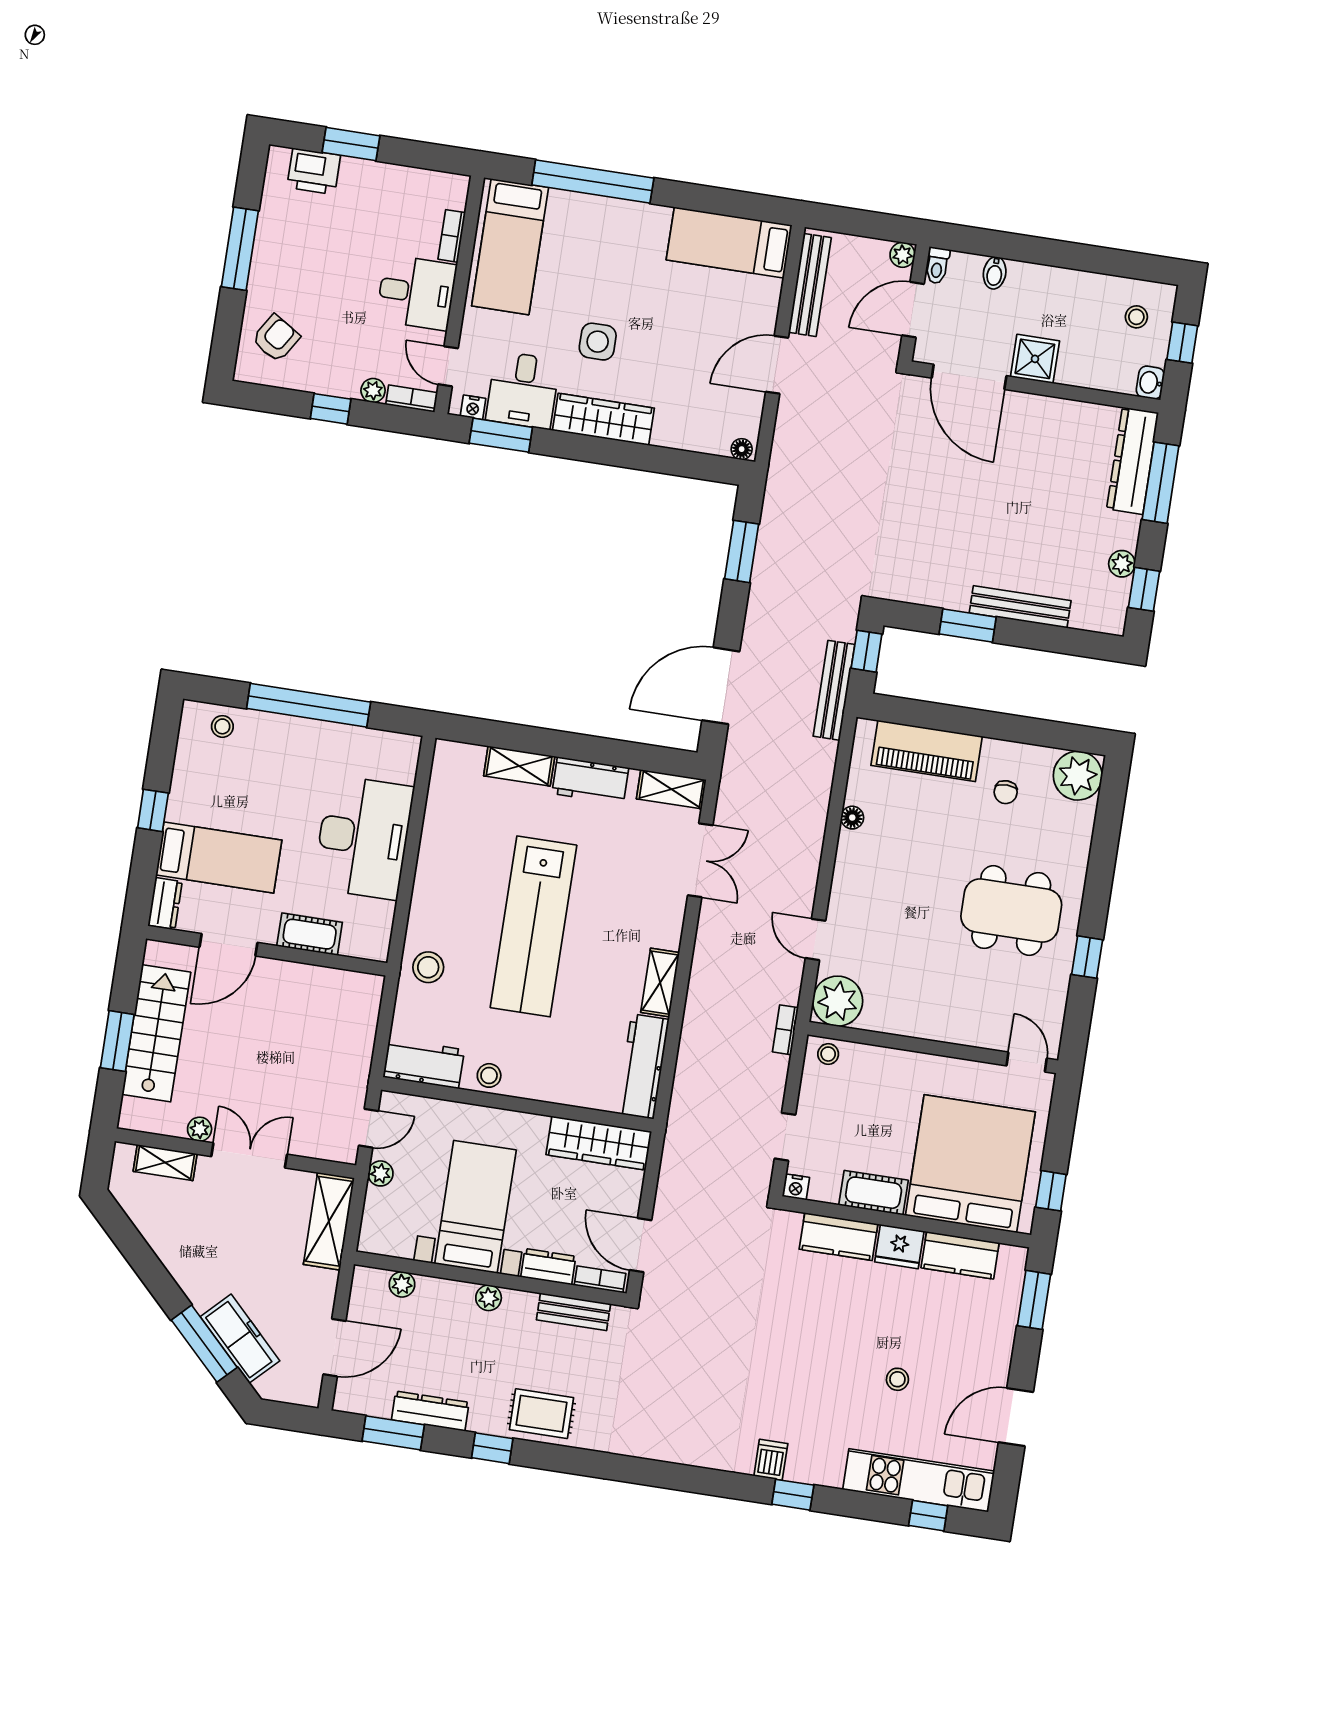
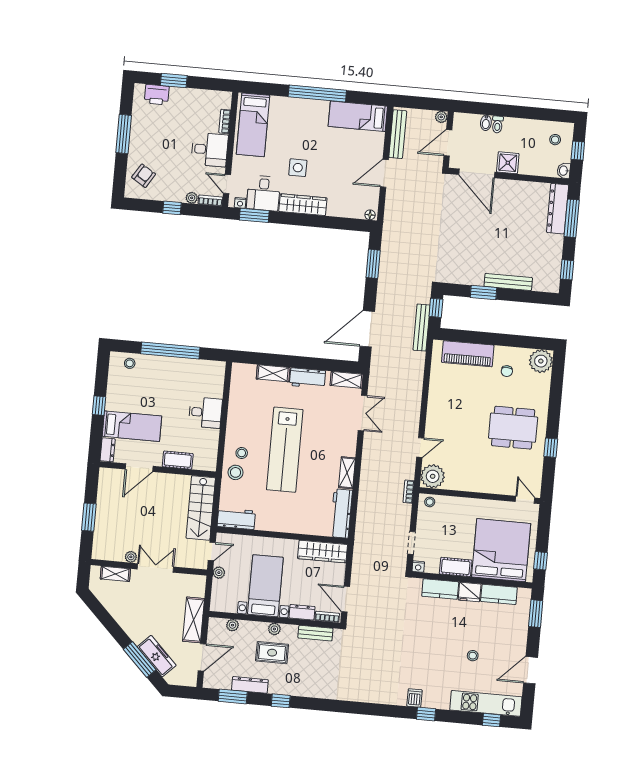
window: (593, 182) -> (317, 94), moved
toilet: (937, 265) -> (497, 125), moved
plant: (1122, 564) -> (556, 258), removed
floor lamp: (852, 818) -> (434, 388), removed
desk: (363, 837) -> (205, 413), width x0.53, depth x0.77
door: (816, 939) -> (420, 447), swing flipped
stairs: (156, 1033) -> (201, 508), moved, turned 180
stool: (489, 1075) -> (242, 453), moved
shelving: (329, 1221) -> (193, 620), moved
rug: (542, 1414) -> (272, 653), moved

